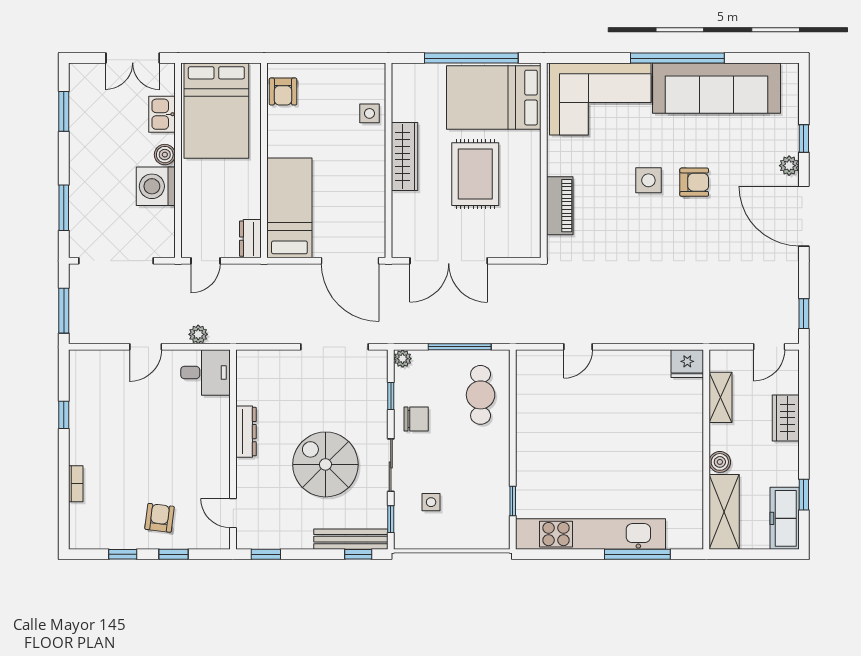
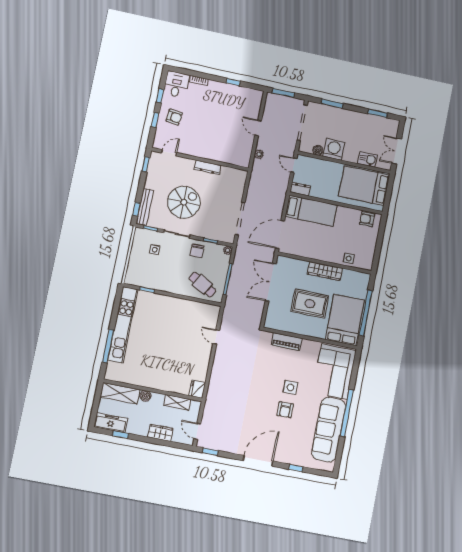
boiler: (165, 155) -> (318, 150), moved
plant: (789, 166) -> (284, 458), removed
desk: (205, 373) -> (176, 84), moved, turned 180
cafe table: (481, 395) -> (202, 285), turned 30

